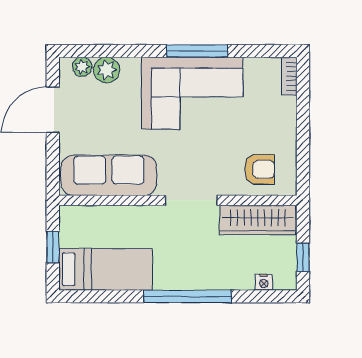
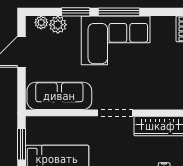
window: (133, 51) -> (76, 12), added
armchair: (259, 169) -> (161, 92), removed
window: (53, 247) -> (21, 144), width x1.50

